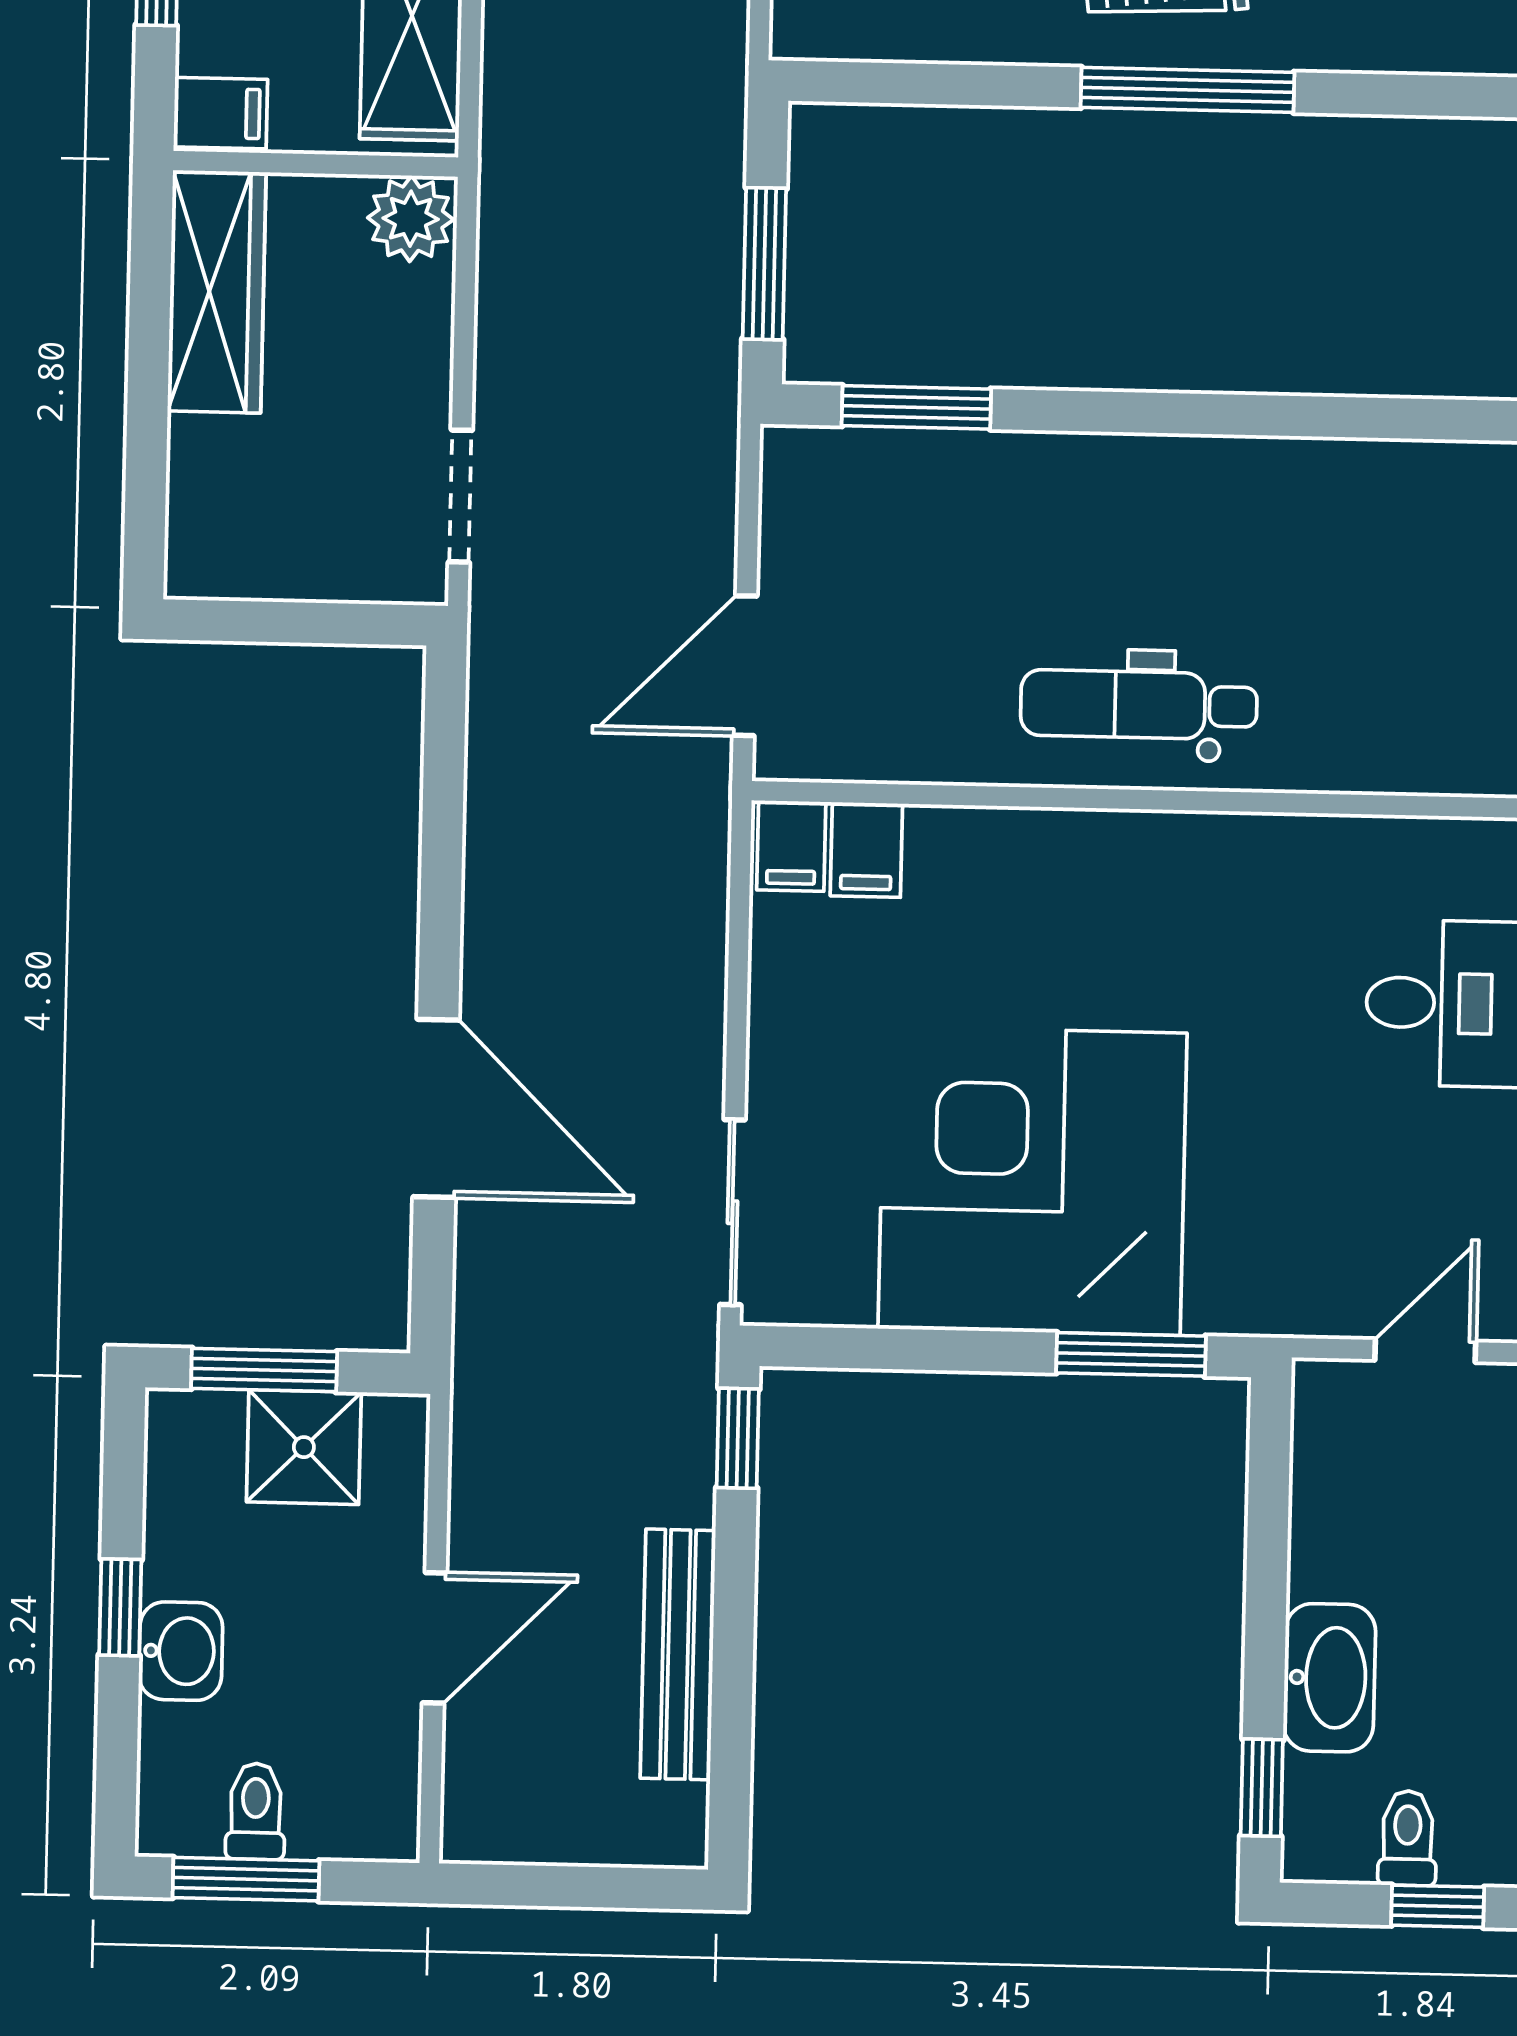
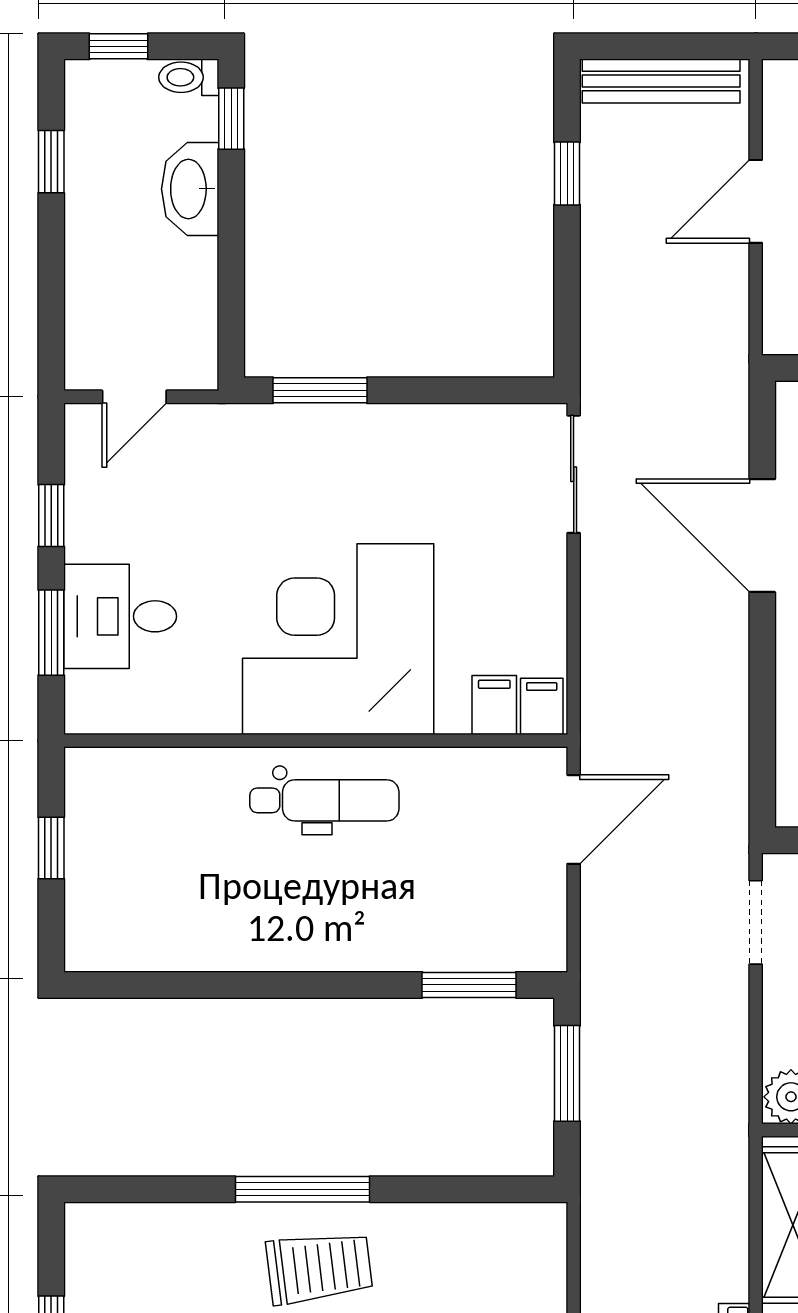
corner desk: (1032, 1181) -> (338, 639), moved, turned 180
window: (738, 1438) -> (567, 173), moved
bench: (678, 1654) -> (661, 81), moved, turned 90
toilet: (1408, 1838) -> (189, 77), moved, turned 90

